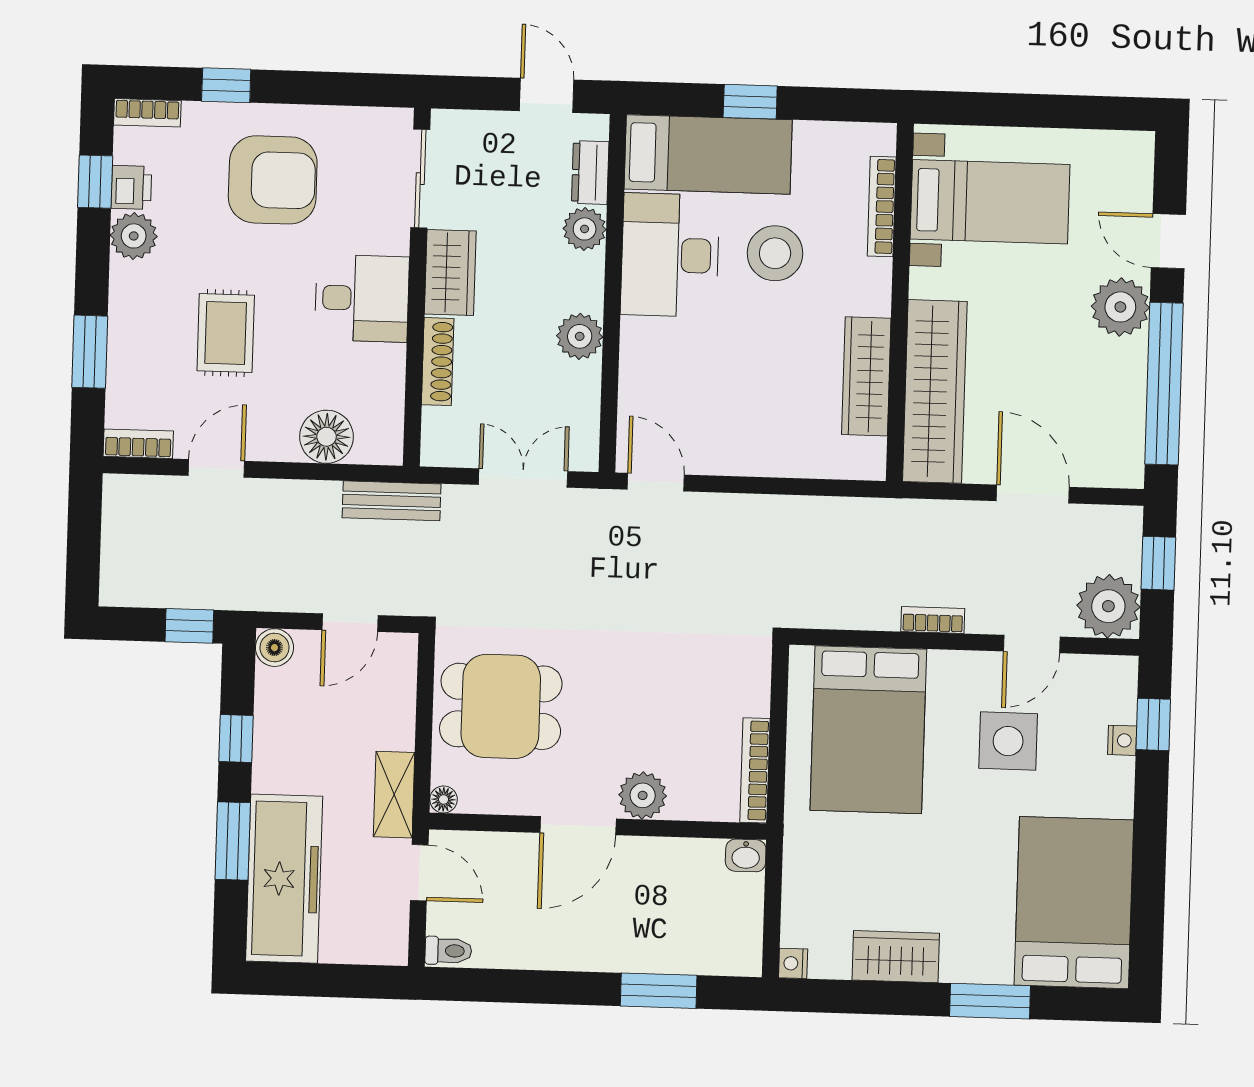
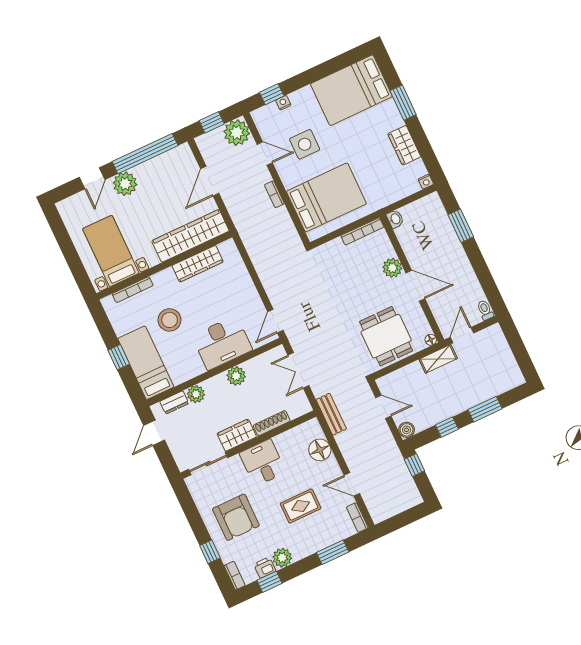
armchair: (273, 180) -> (236, 517), turned 180
desk: (670, 255) -> (222, 343), moved
freezer: (284, 879) -> (489, 383), removed

